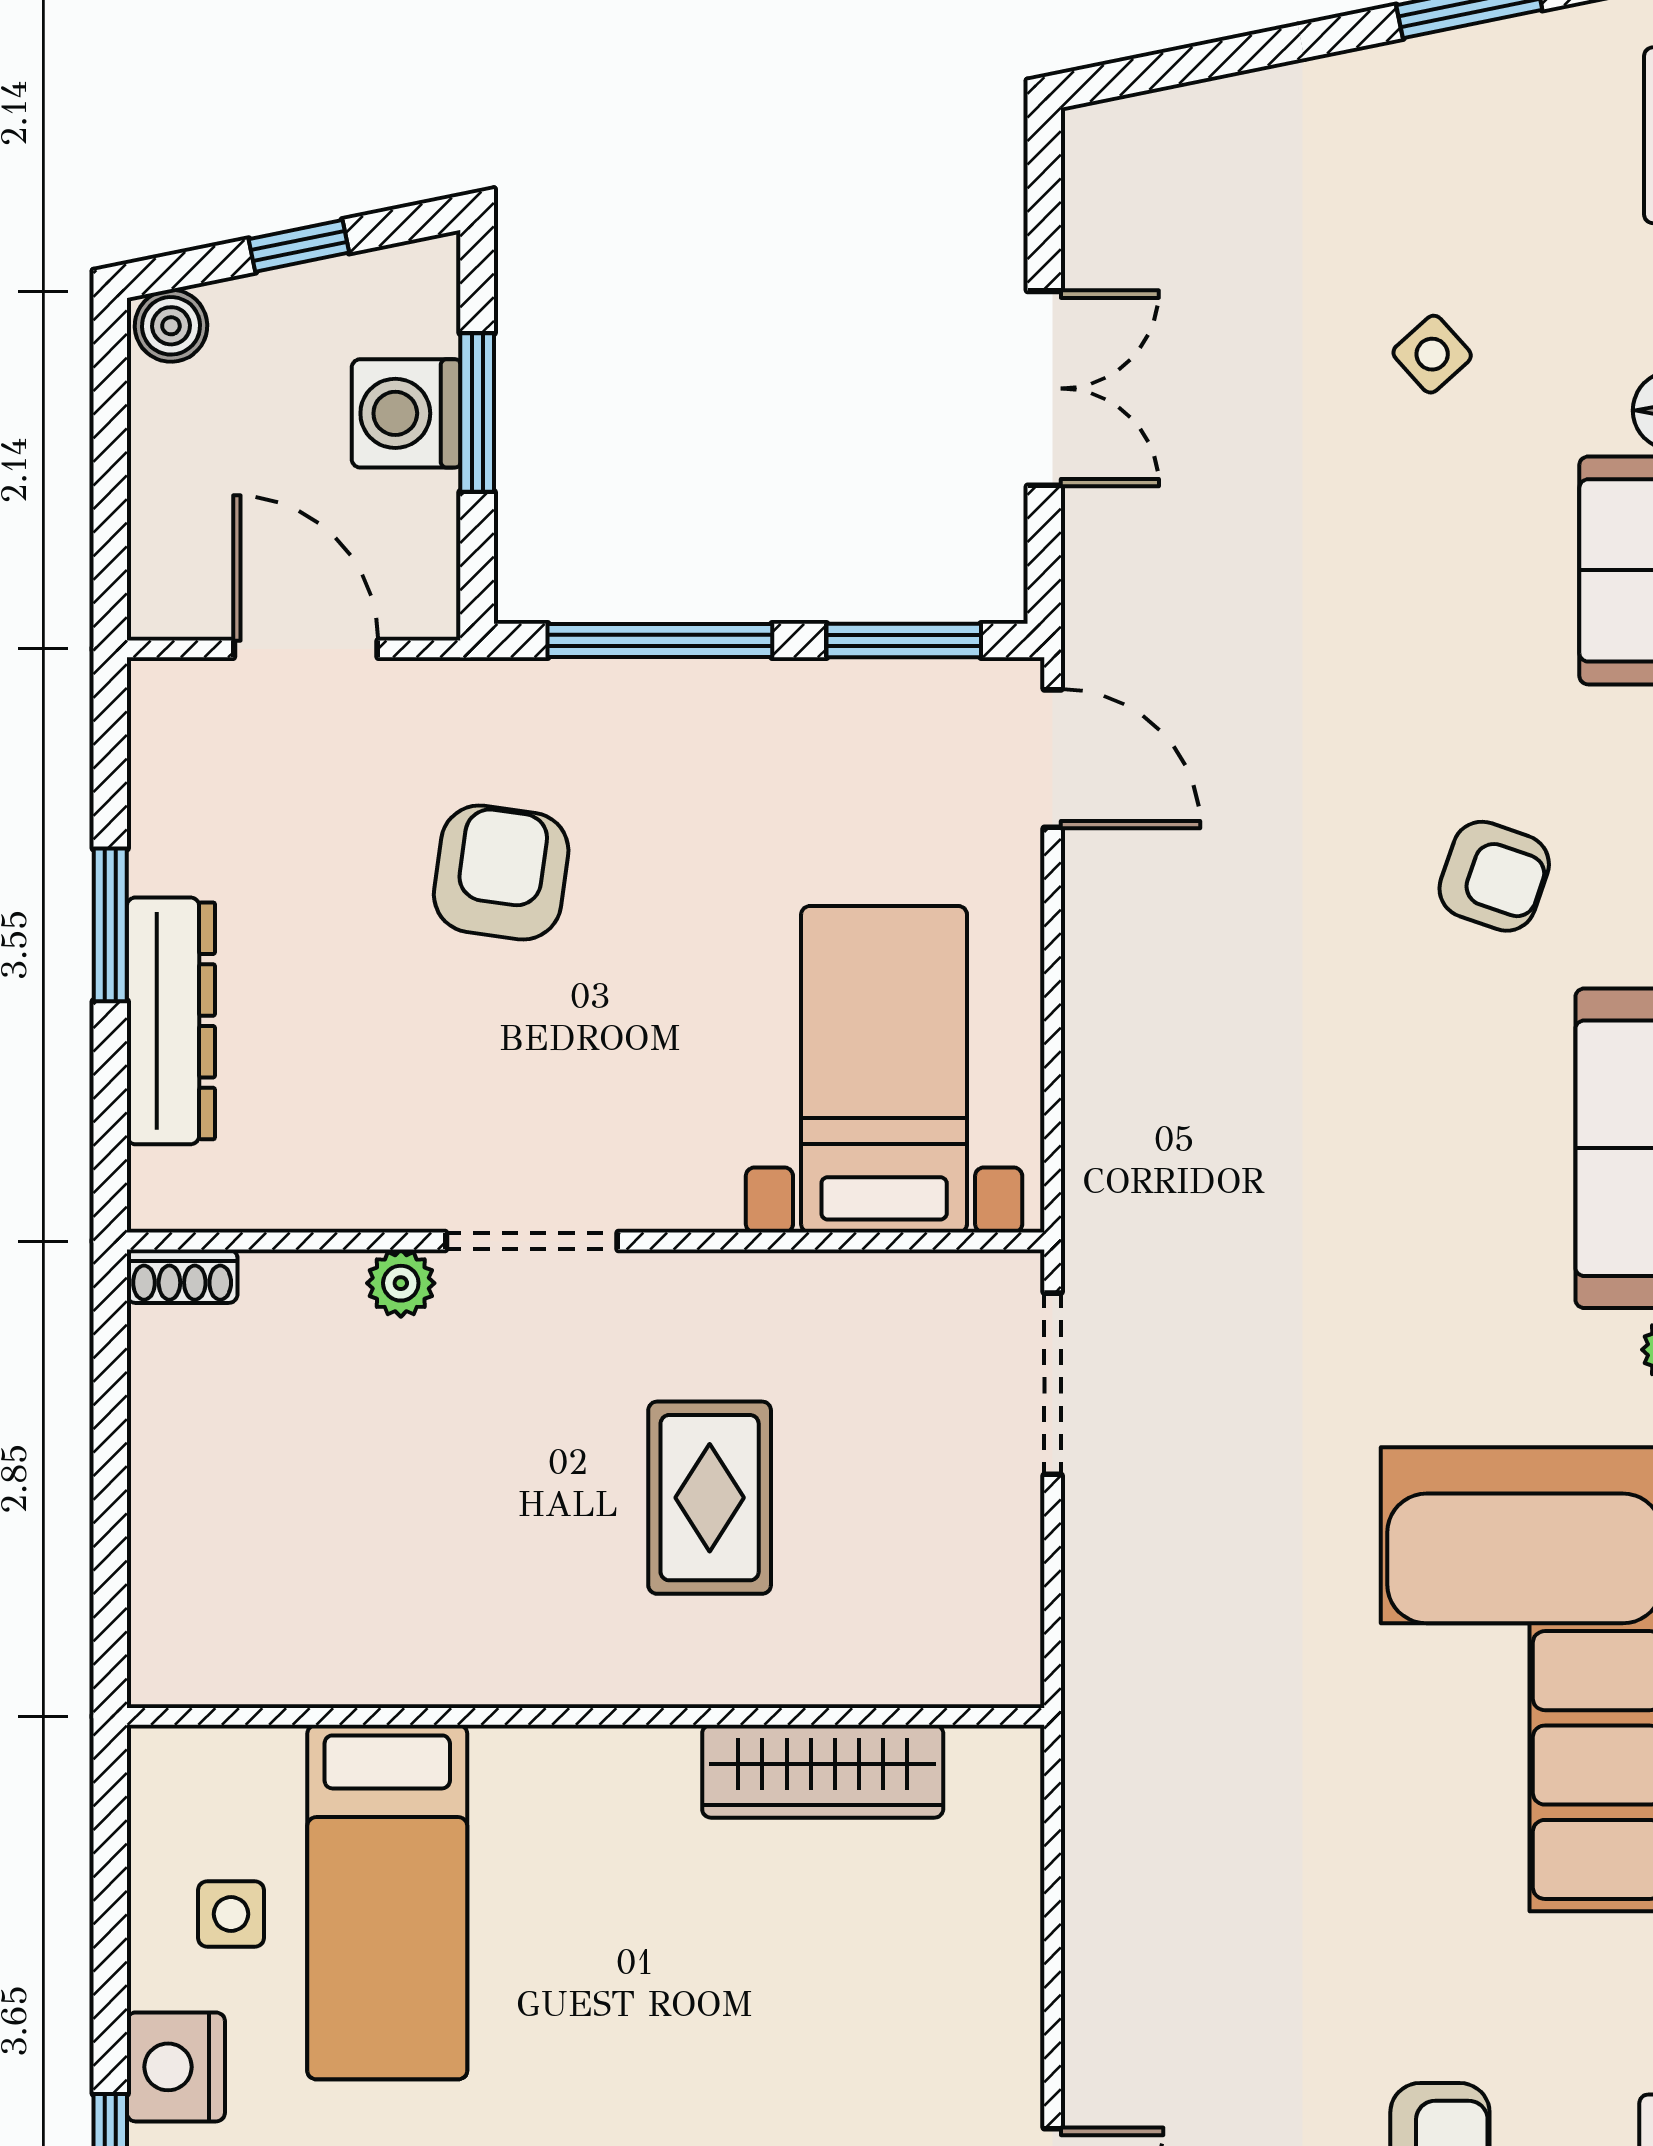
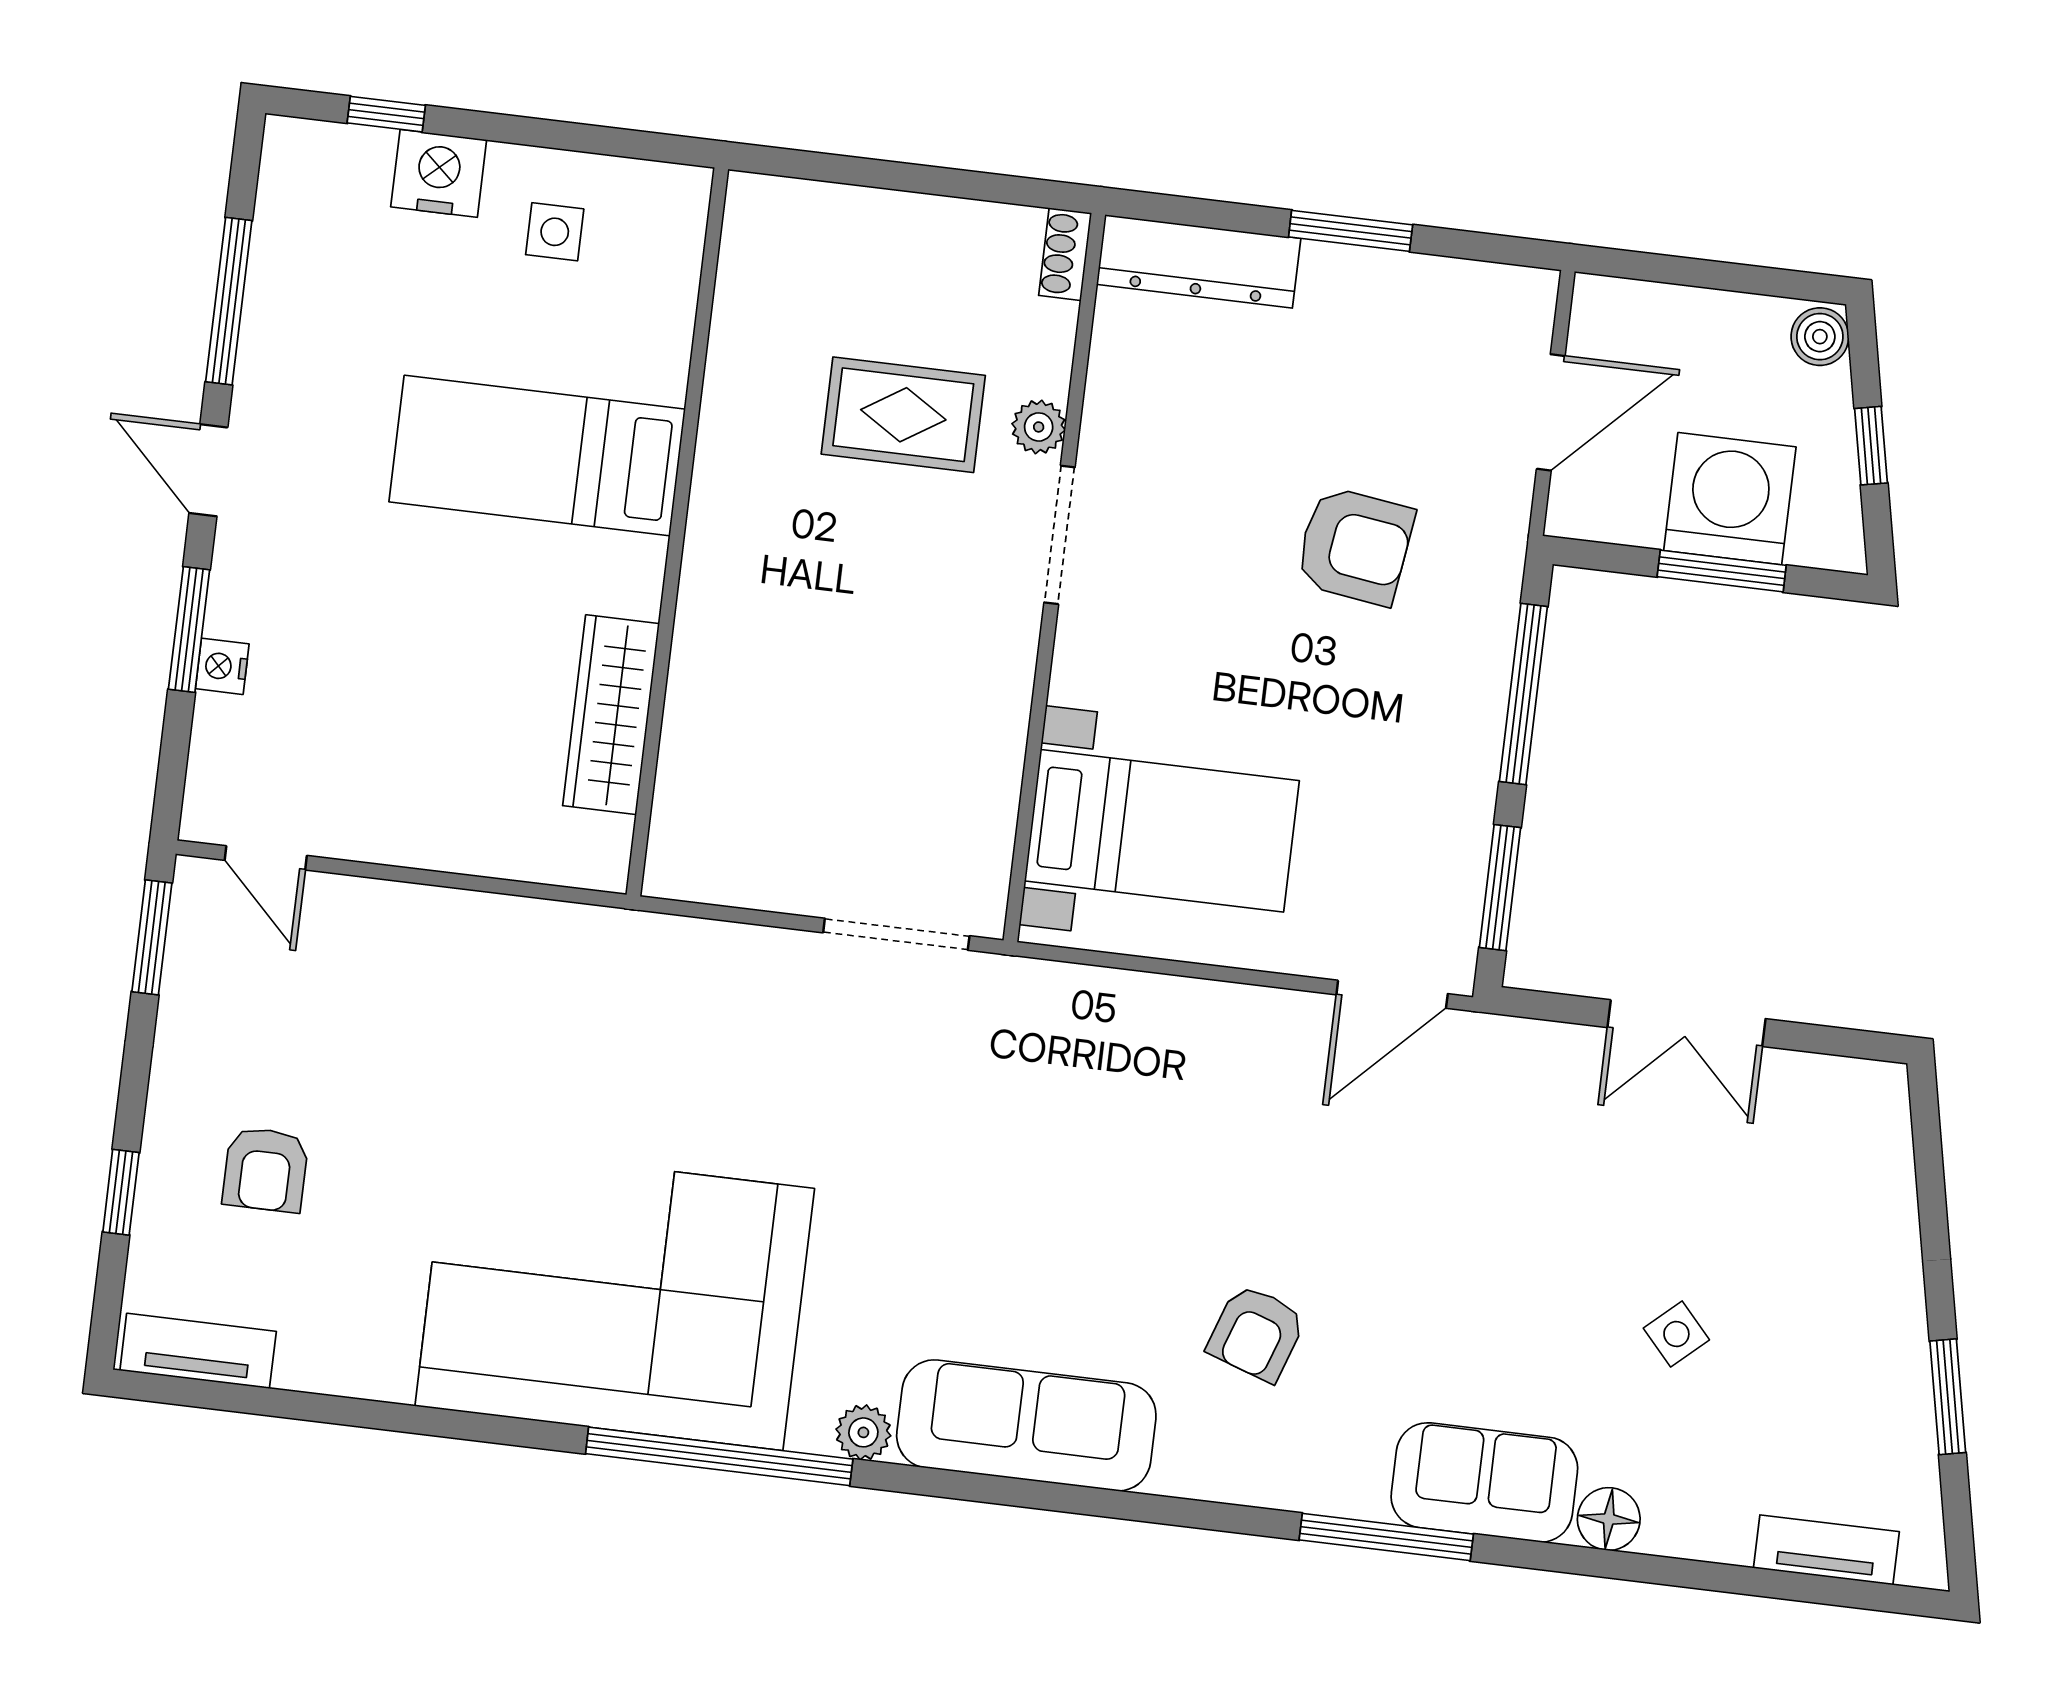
washing machine: (406, 413) -> (1730, 499), width x1.37, depth x1.37
dresser: (171, 1021) -> (1199, 261), moved
rug: (710, 1498) -> (903, 415), moved
bed: (387, 1902) -> (537, 456), moved

